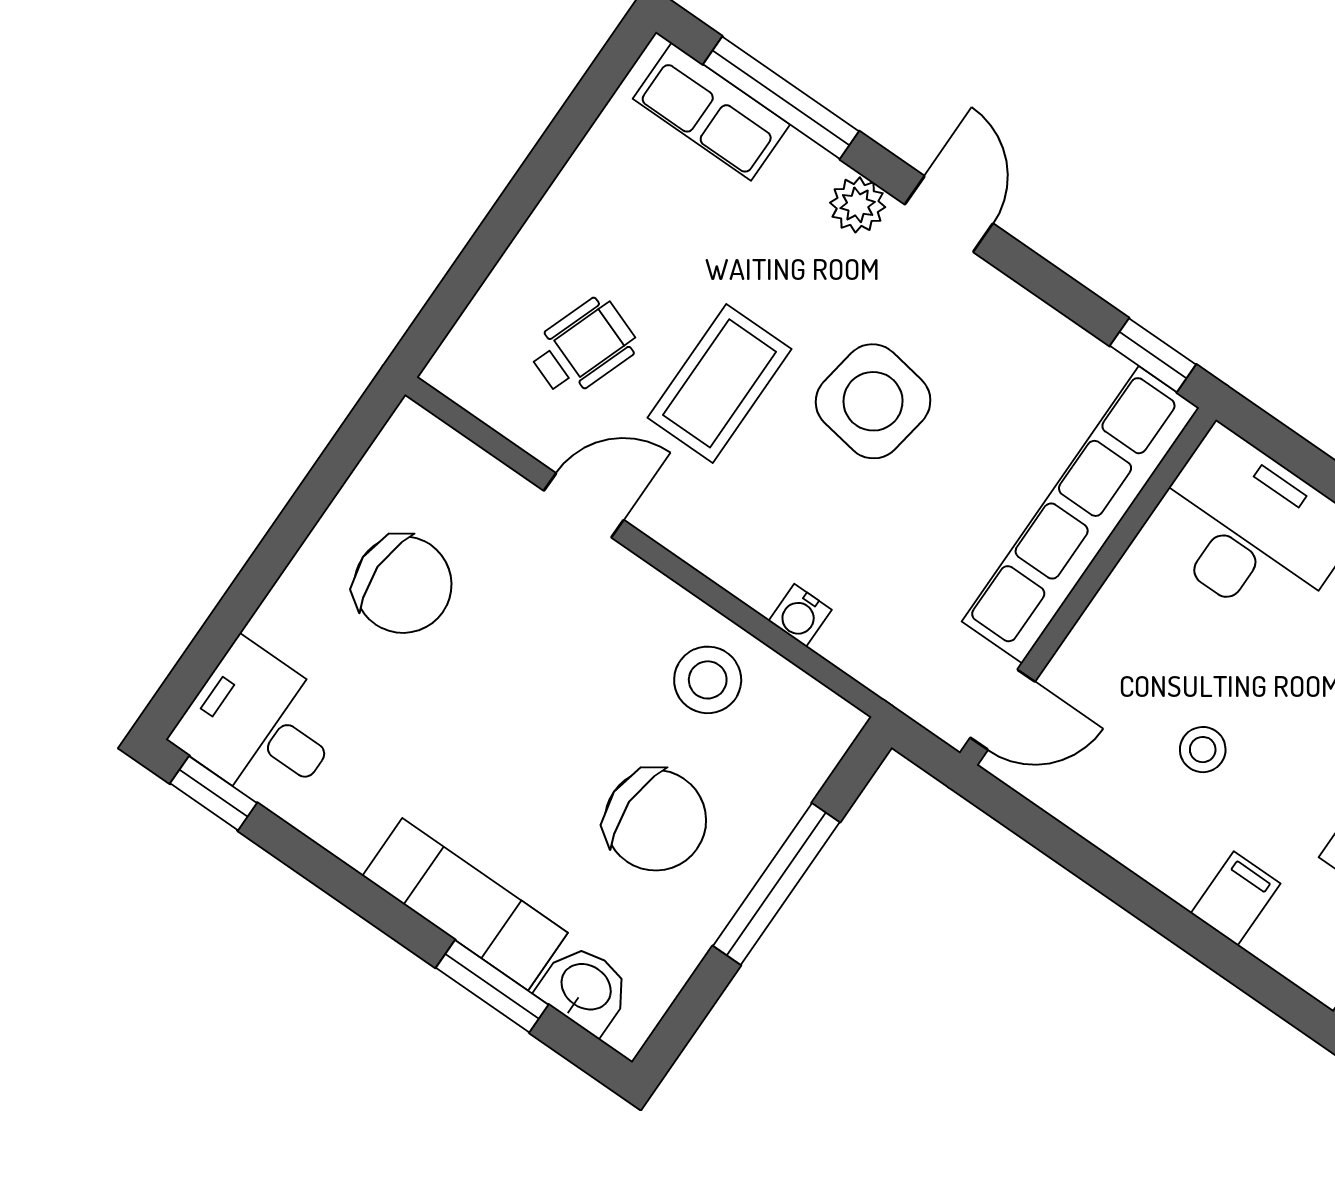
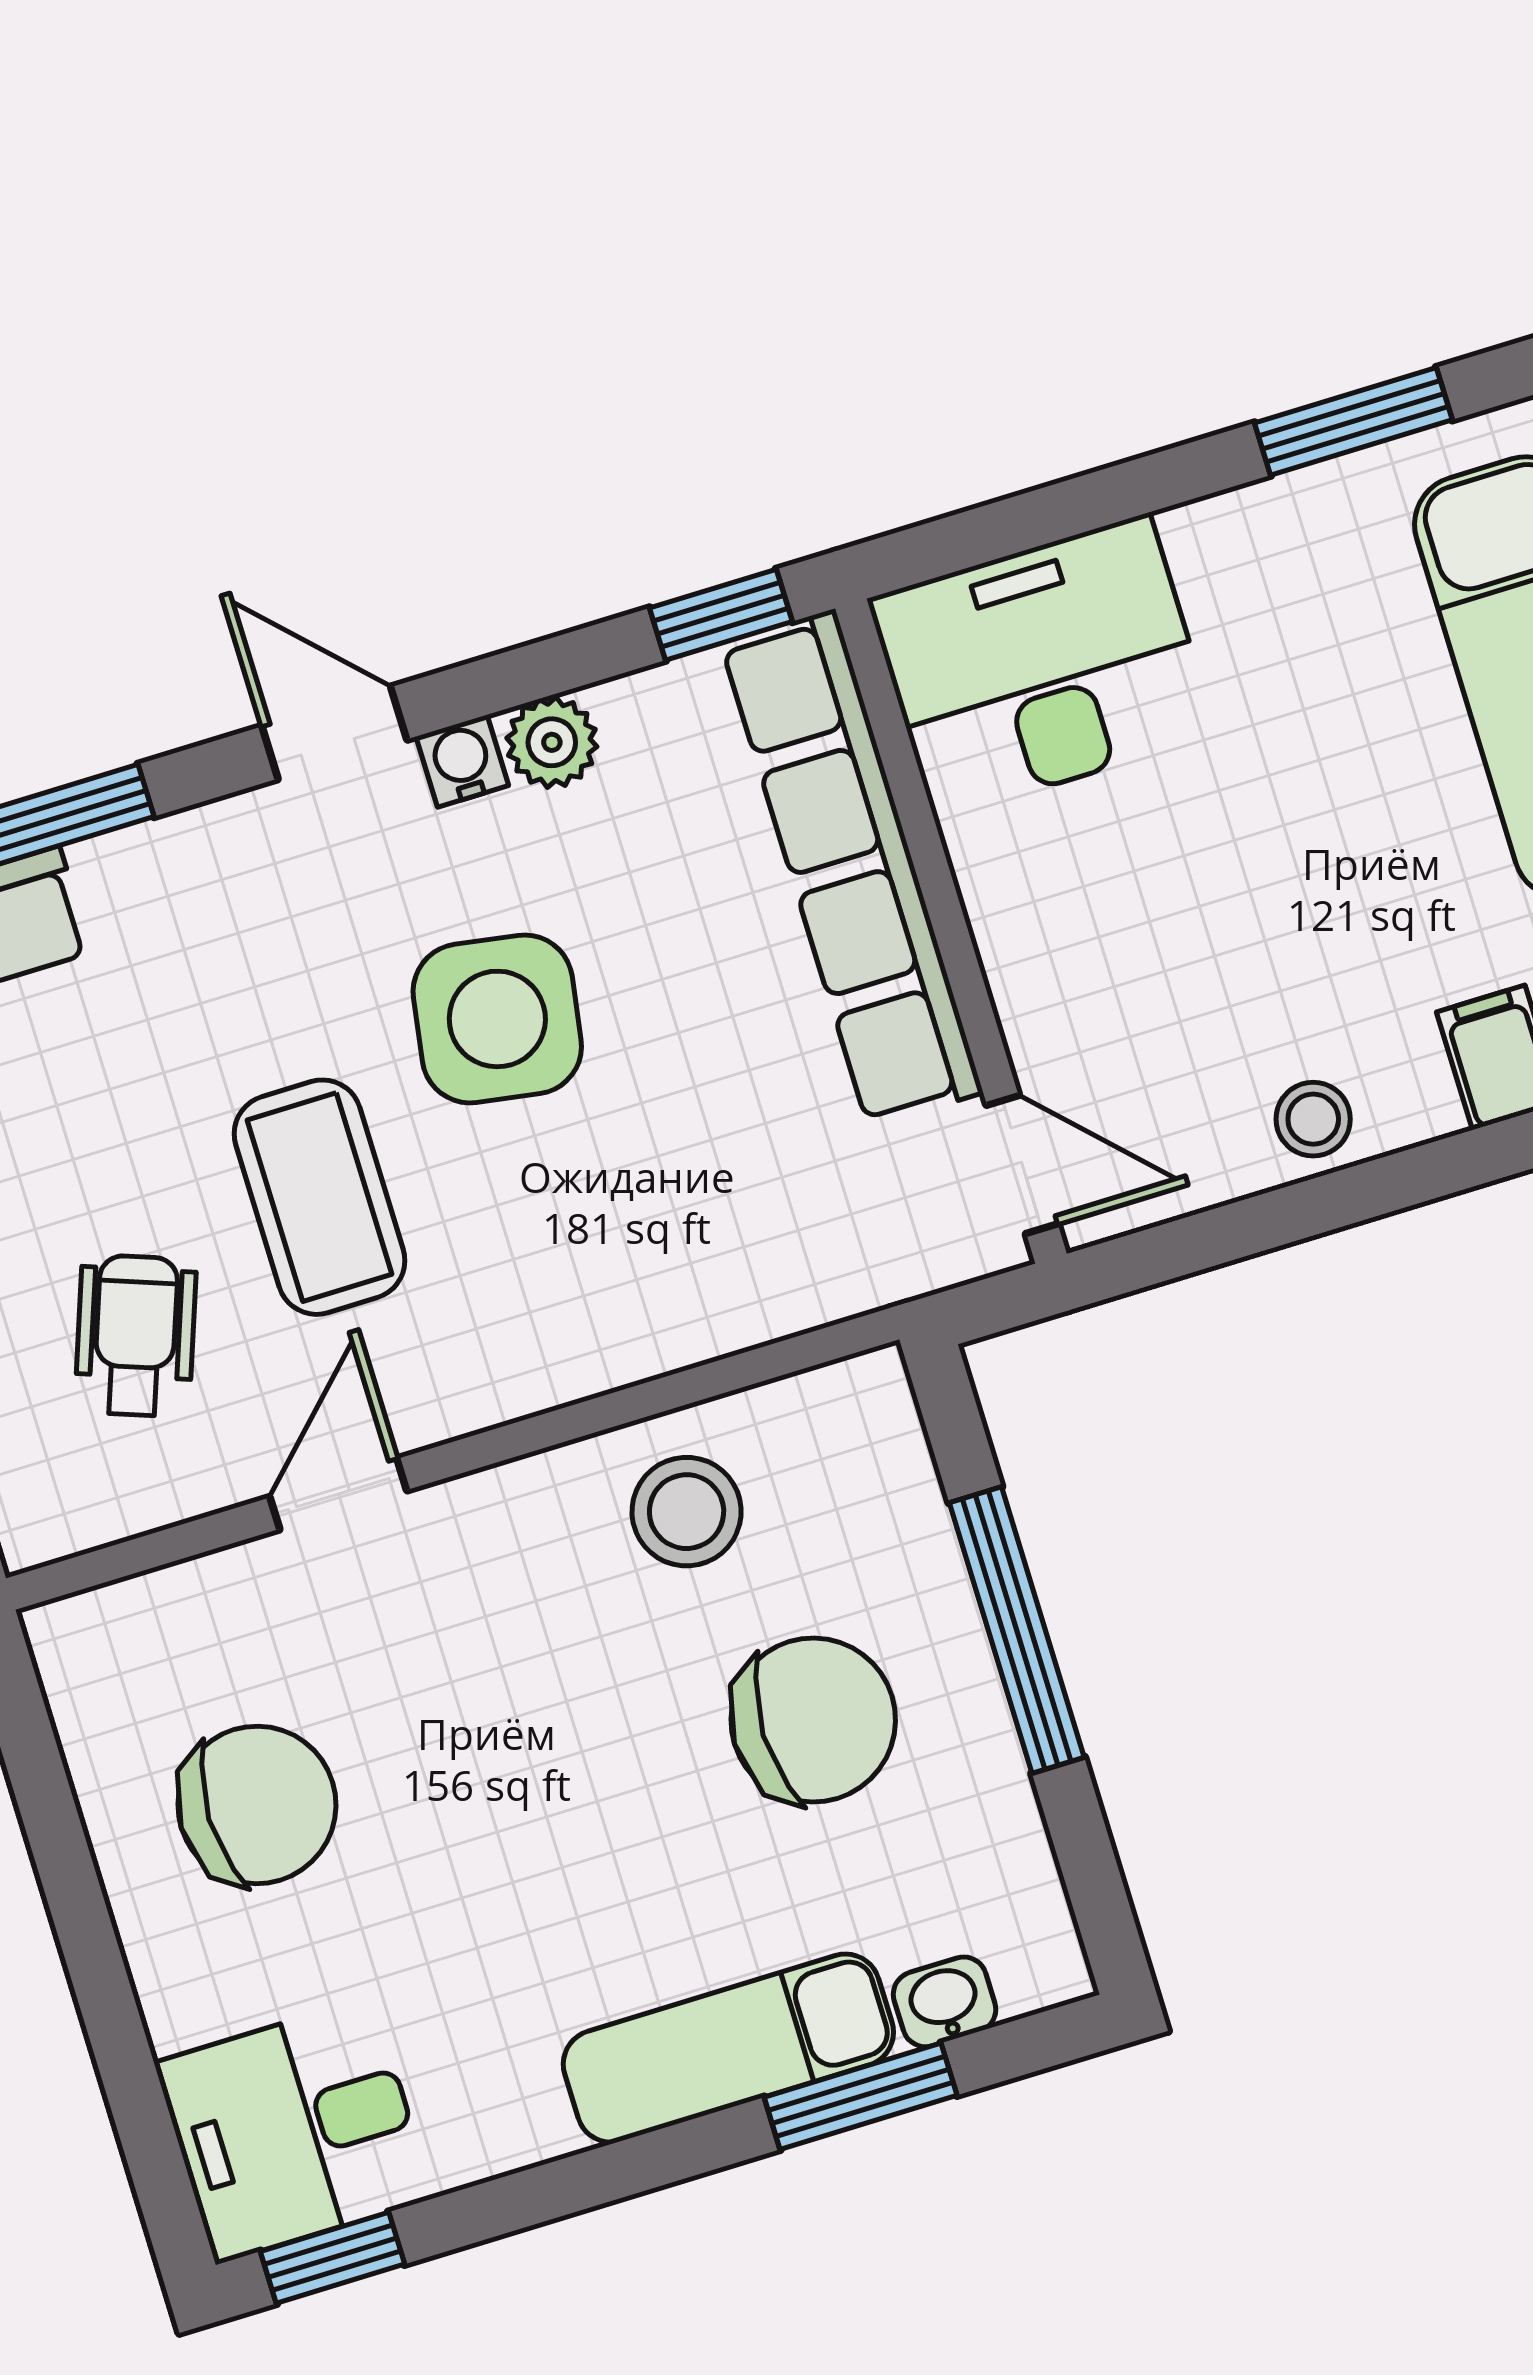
plant: (858, 205) -> (552, 742), moved
water cooler: (800, 615) -> (462, 761), moved, turned 180
door: (1003, 710) -> (1022, 1165), hinge flipped
stool: (1203, 750) -> (1313, 1119), moved
washbasin: (585, 988) -> (945, 2002), width x0.72, depth x0.69

